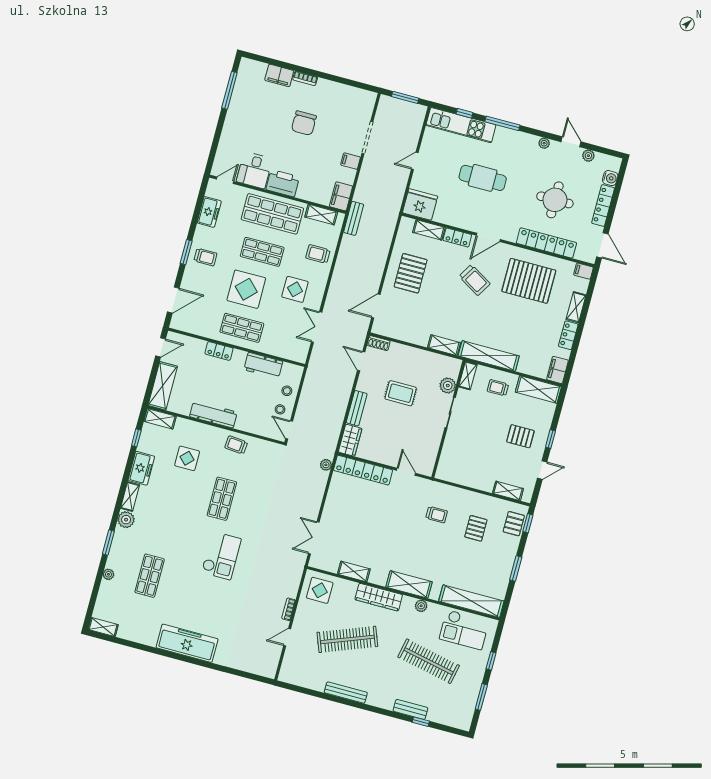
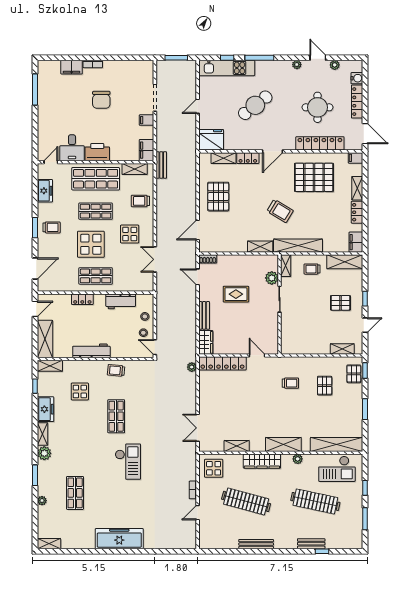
cafe table: (483, 178) -> (255, 105), turned -38
trolley: (475, 280) -> (280, 211), moved
clothes rail: (347, 639) -> (246, 501), turned 36

